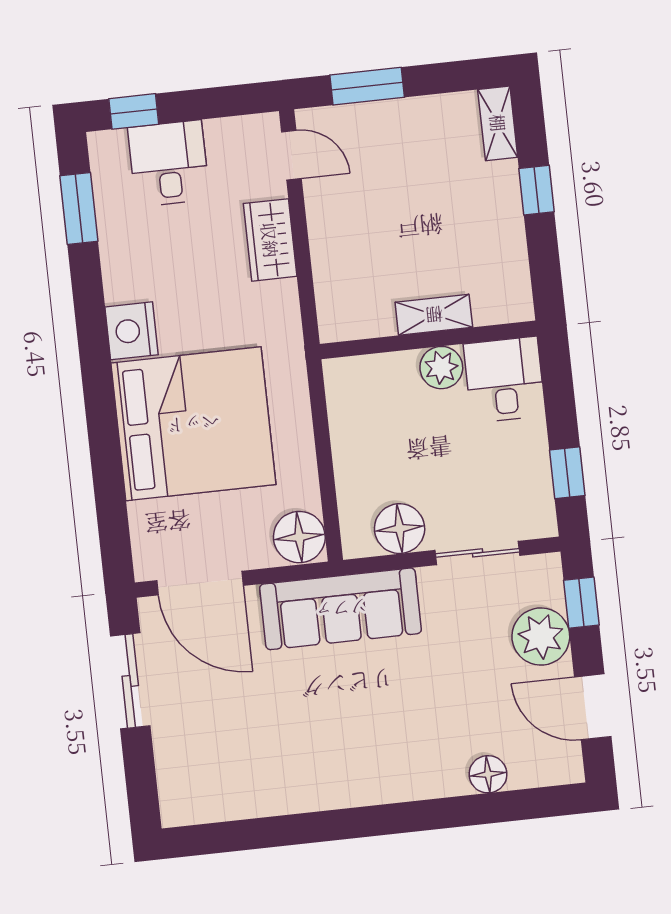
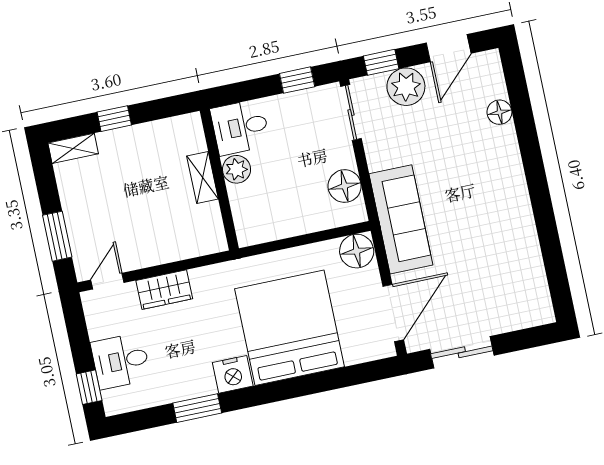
window: (79, 209) -> (197, 408), moved
sliding door: (478, 553) -> (351, 113), moved

